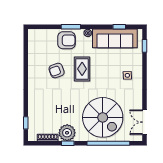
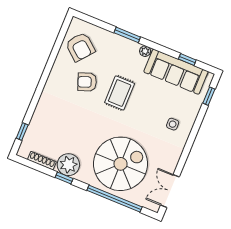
armchair: (66, 40) -> (80, 47), moved, turned 40
spiral stairs: (103, 117) -> (121, 164), turned -90

